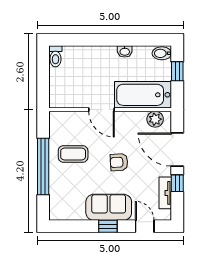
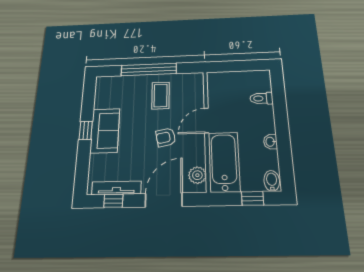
toilet: (55, 56) -> (261, 98), moved
armchair: (119, 162) -> (166, 137), moved, turned -98
window: (177, 183) -> (113, 201), moved
tv unit: (165, 193) -> (116, 188), width x1.41
door: (145, 226) -> (82, 167), removed

